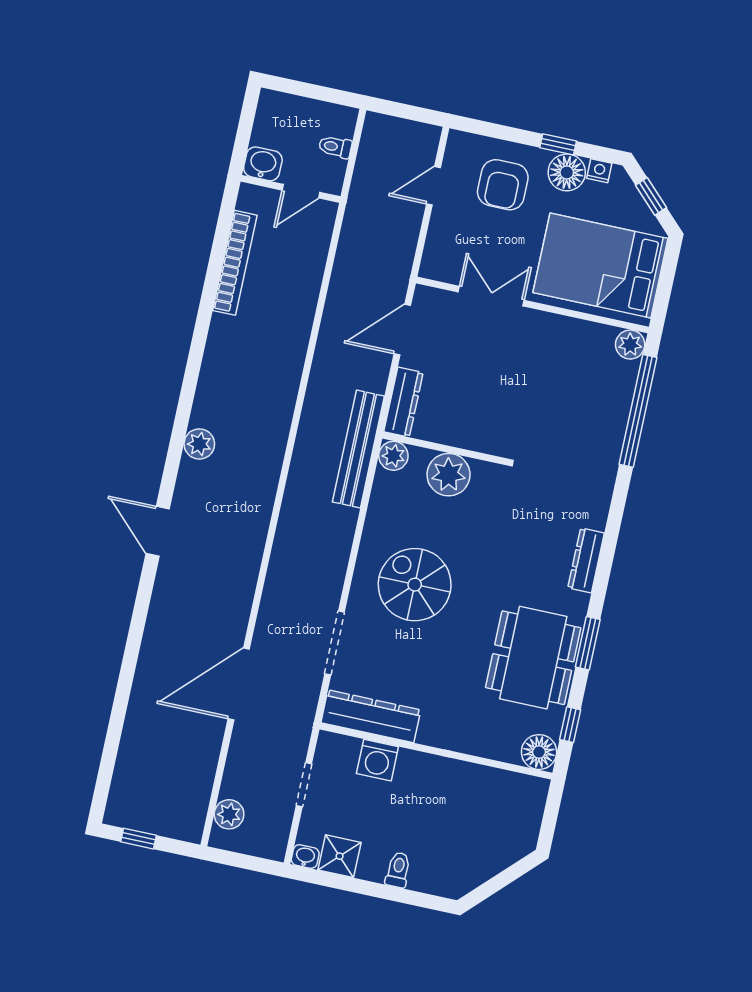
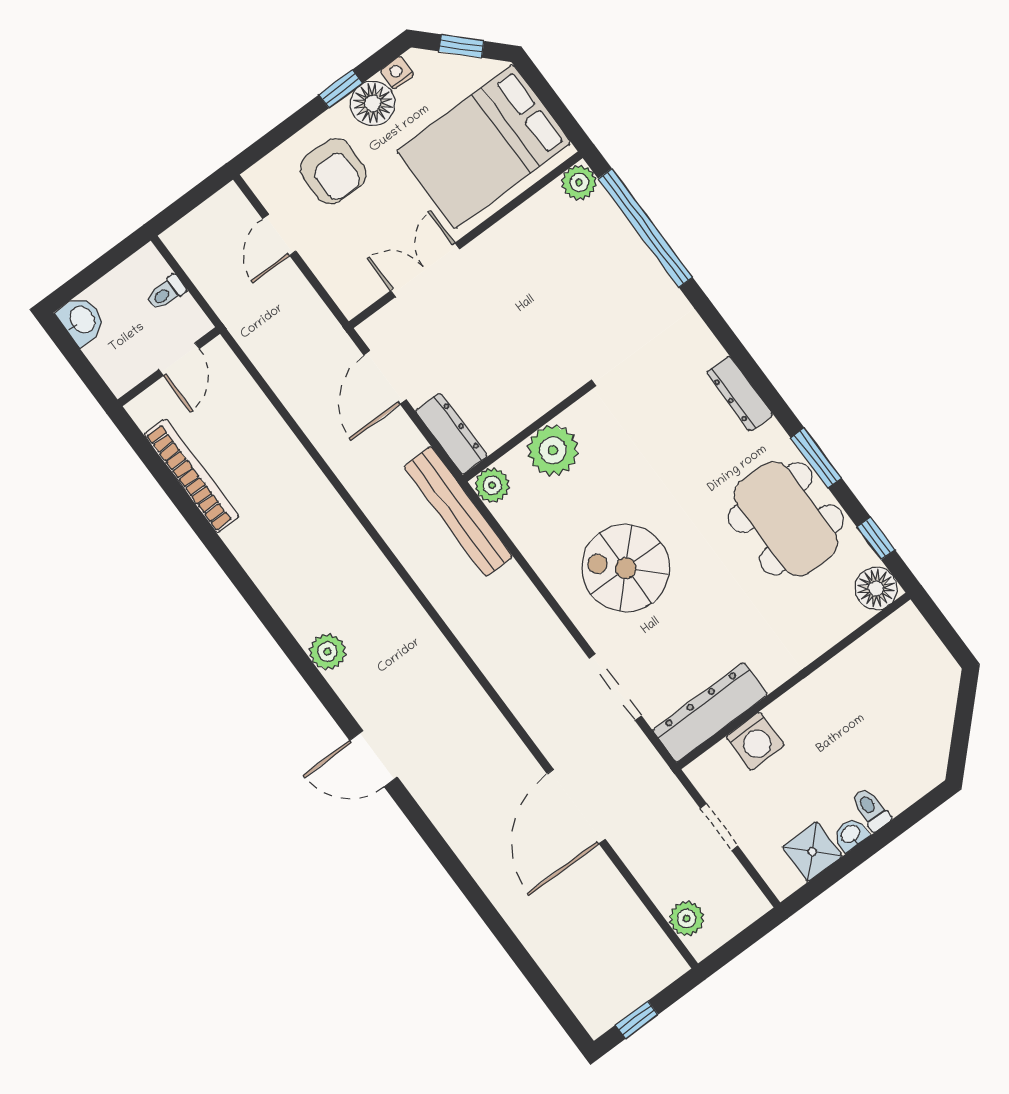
washbasin: (263, 164) -> (82, 320), moved, turned 90
washbasin: (305, 857) -> (851, 834), moved

